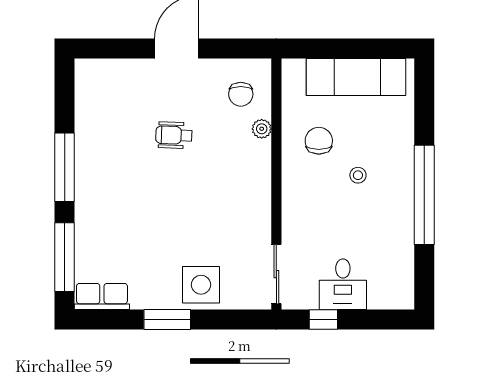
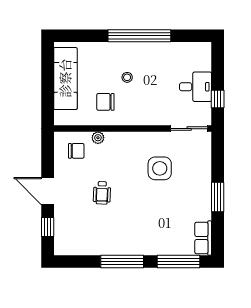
window: (119, 49) -> (48, 227), added
side table: (201, 285) -> (160, 168), moved

